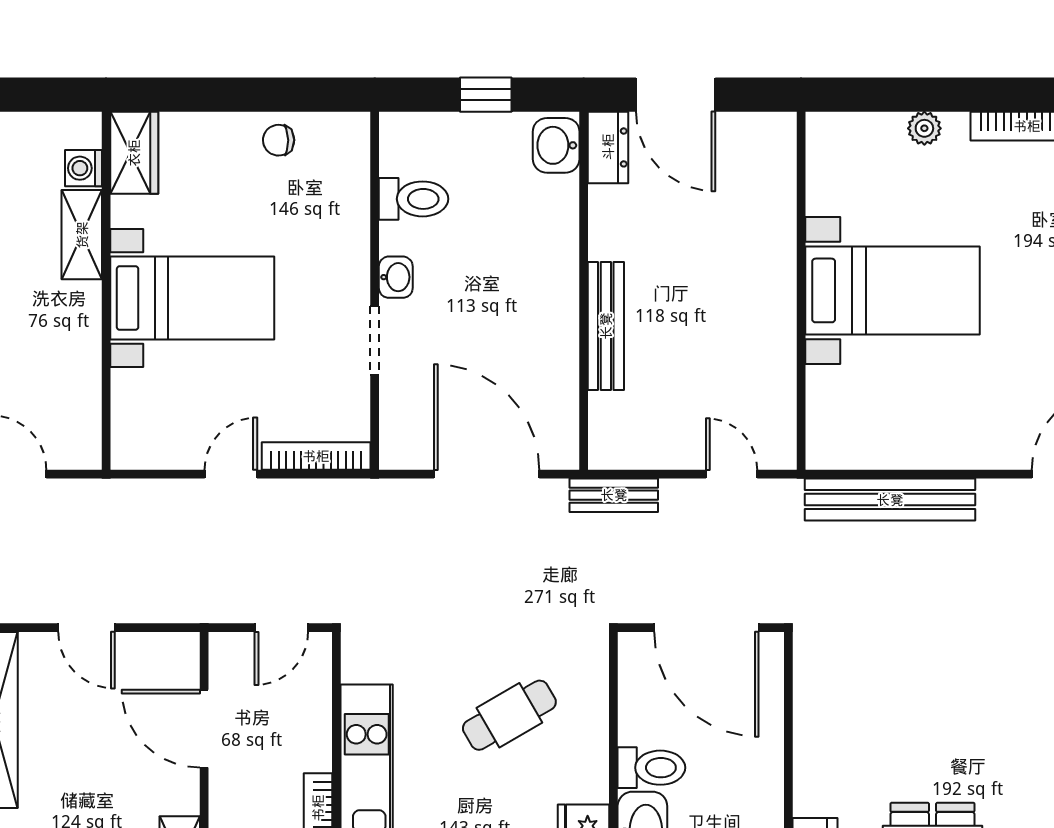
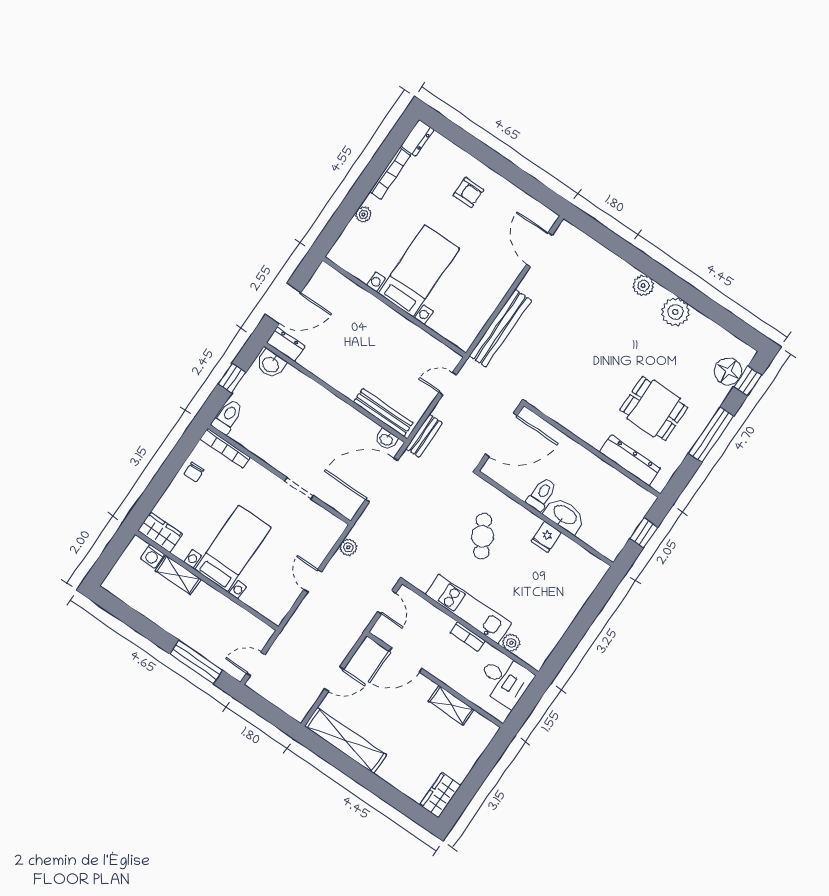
toilet: (414, 199) -> (227, 417), moved
washbasin: (396, 277) -> (386, 439), moved, turned 180
bench: (606, 326) -> (383, 412), moved
bookcase: (316, 456) -> (225, 448), moved, turned -90
plant: (331, 496) -> (348, 547), added

